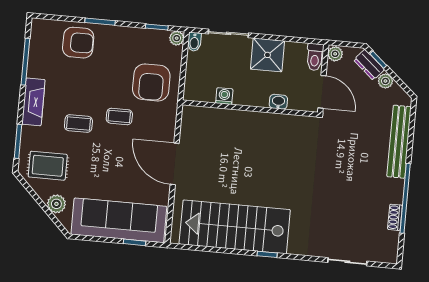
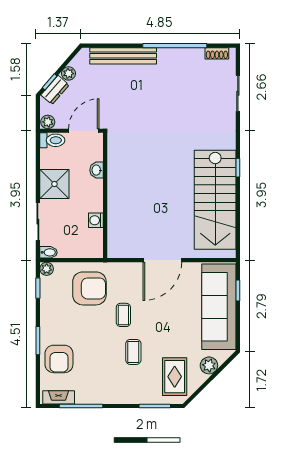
armchair: (78, 43) -> (59, 359), turned 180
fireplace: (33, 102) -> (59, 397), moved, width x0.73, depth x0.76
shoe rack: (395, 217) -> (217, 53), moved

